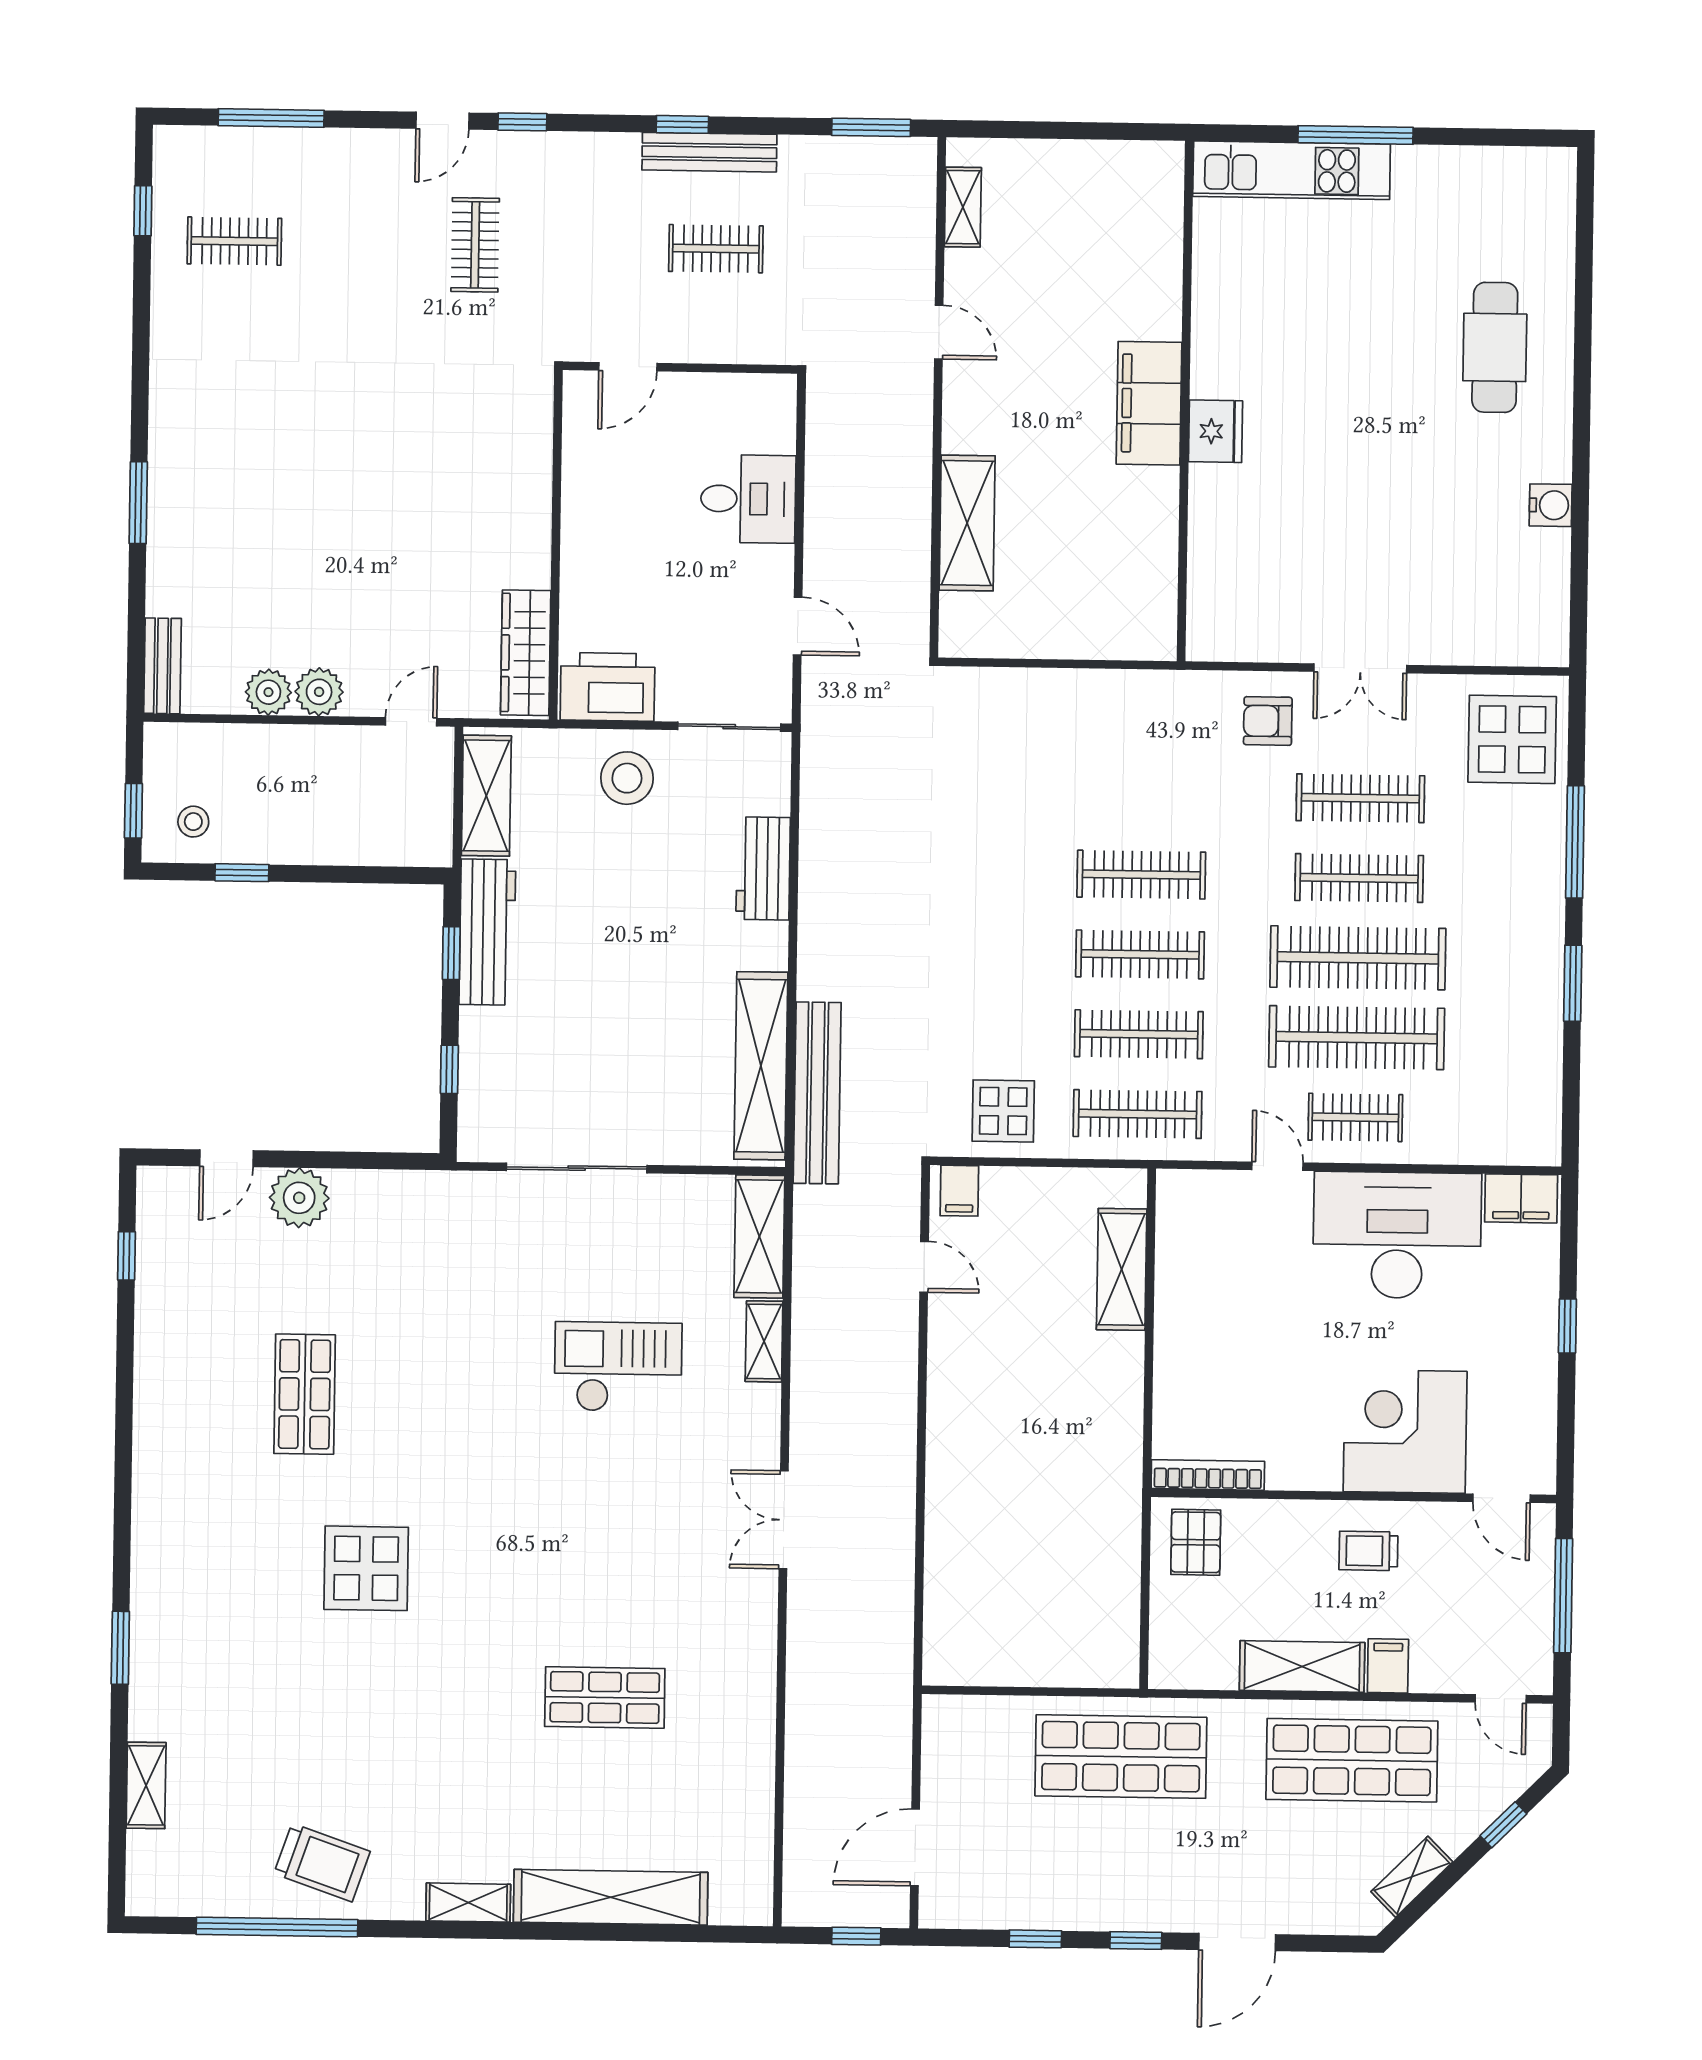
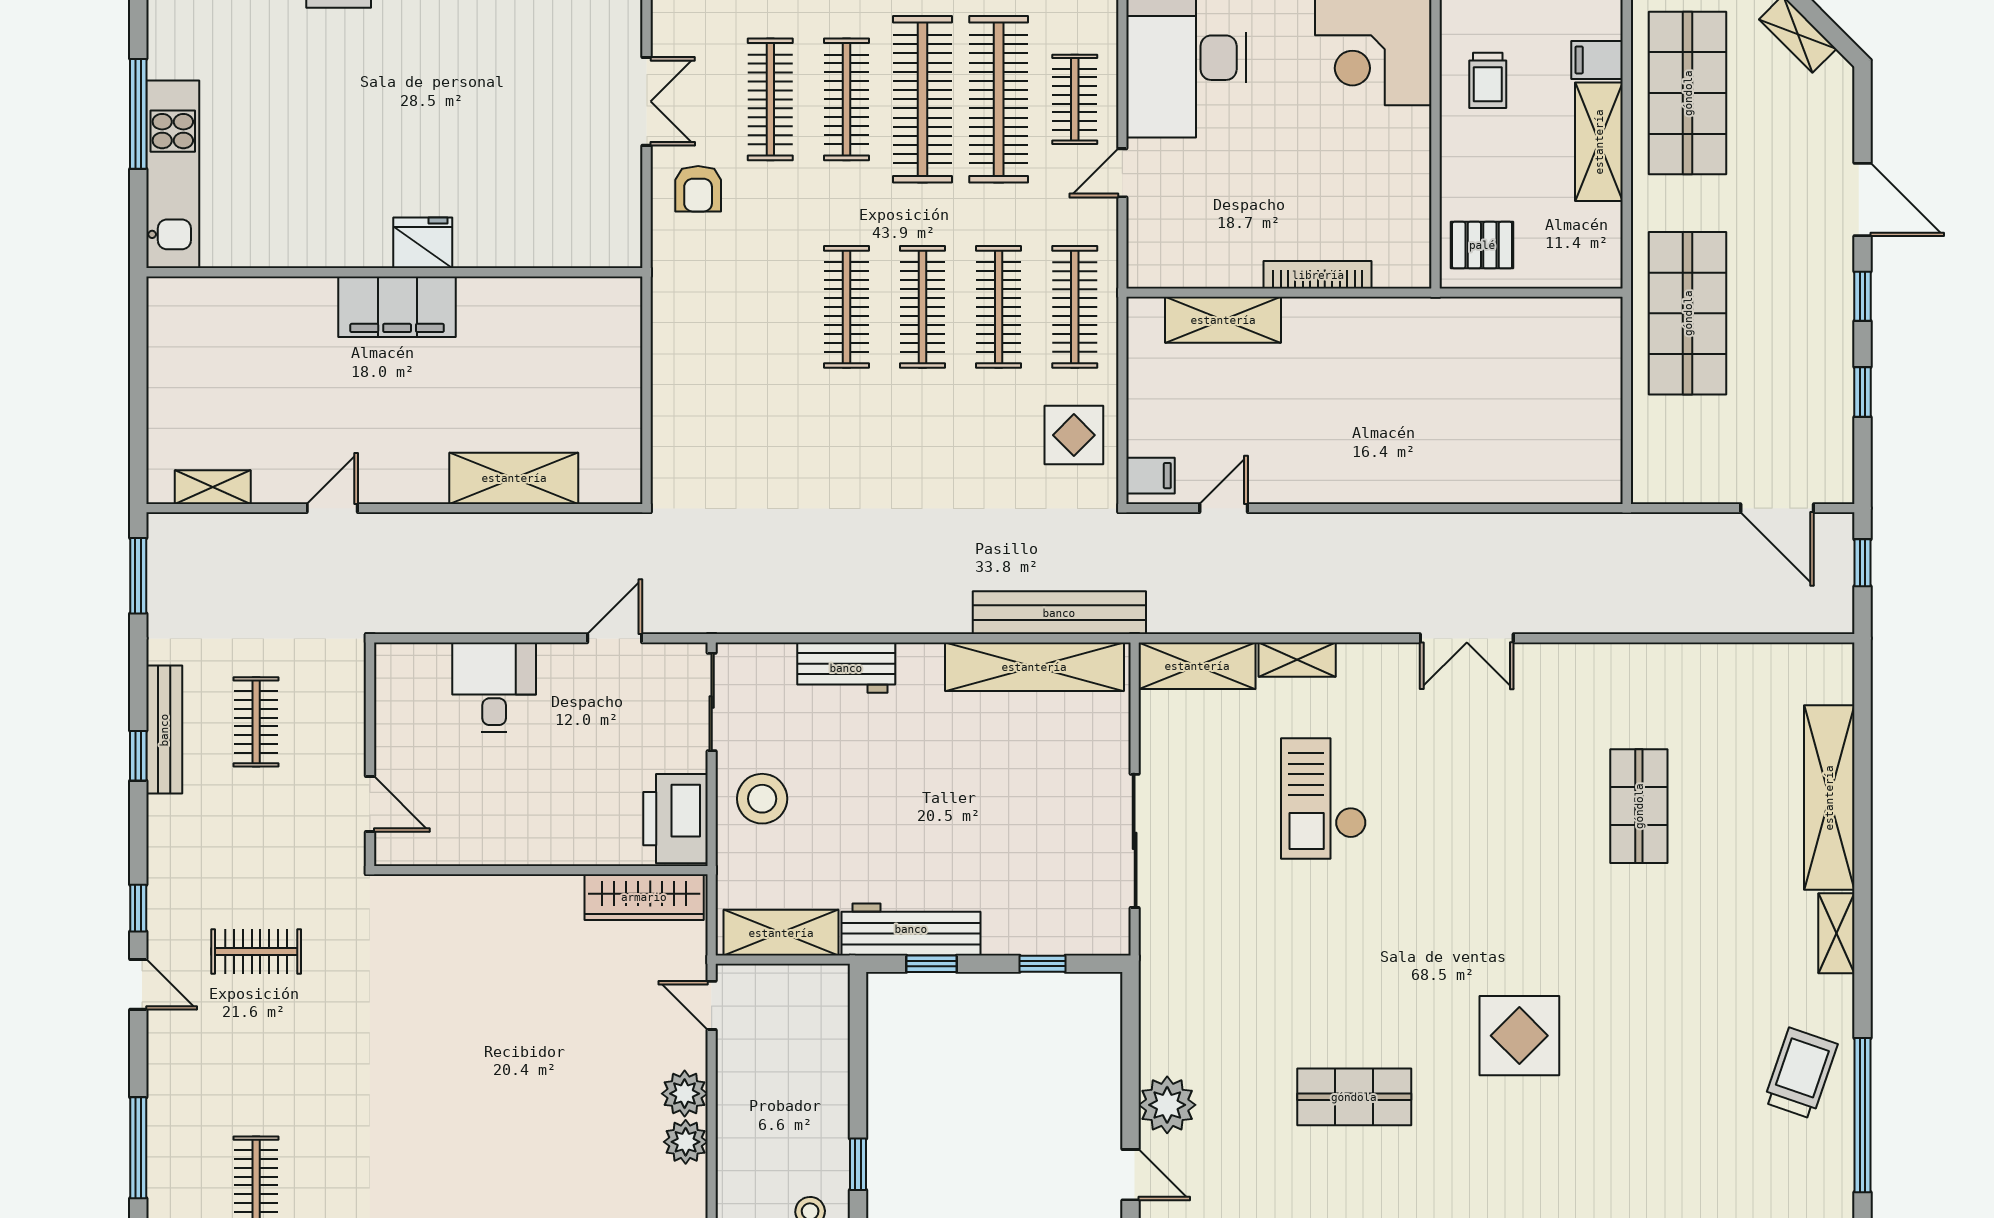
bookcase: (1208, 1475) -> (1318, 275), moved, turned 90

